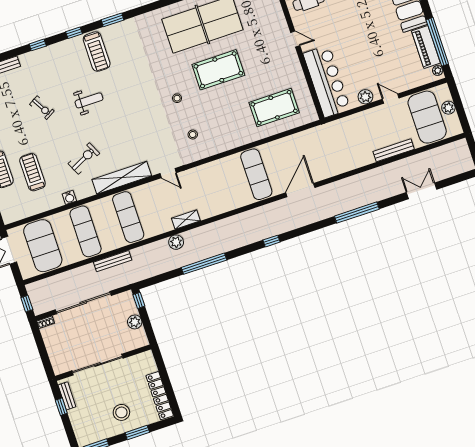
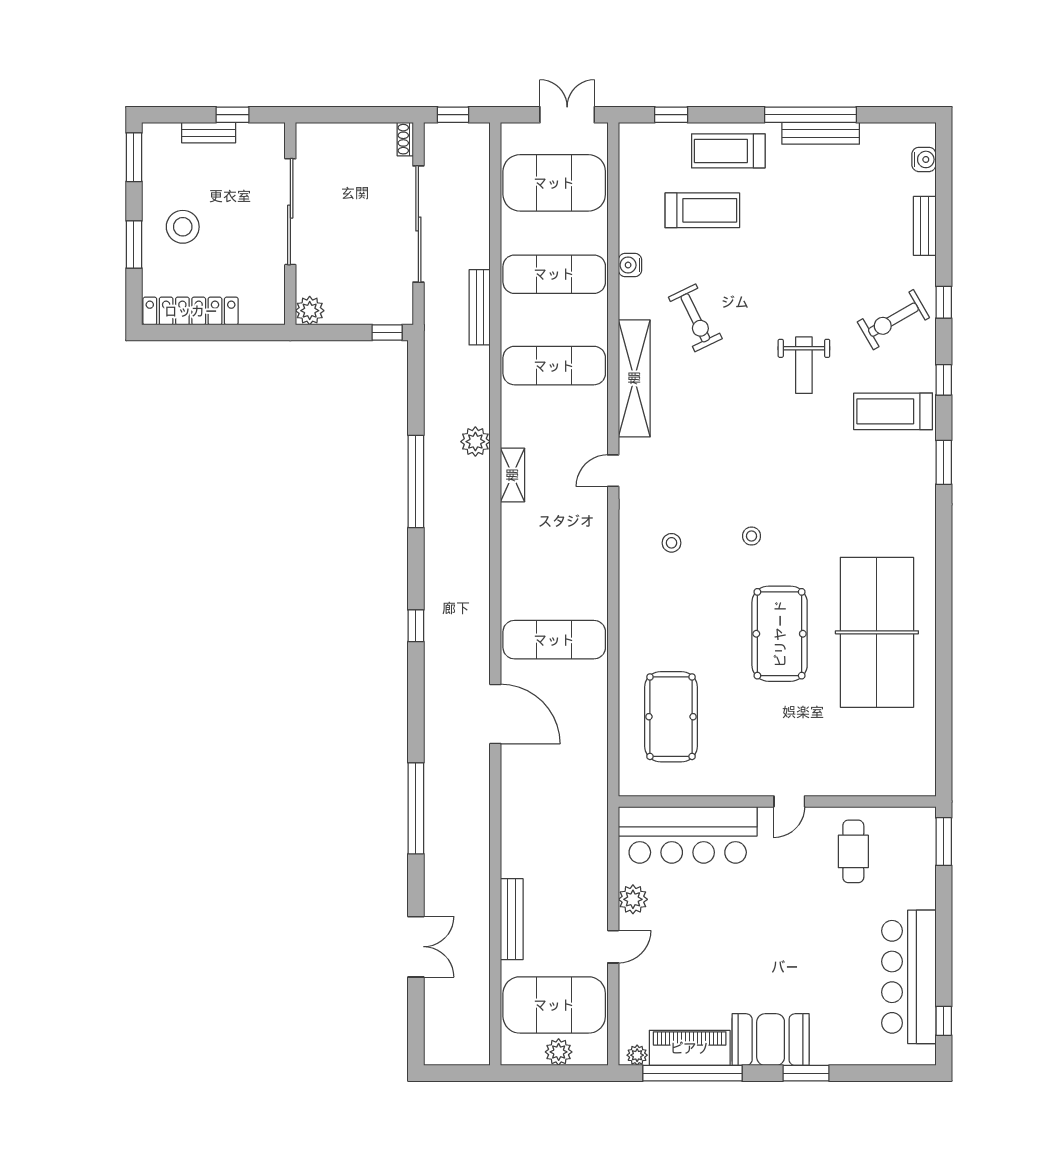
exercise bike: (42, 108) -> (893, 320), moved, width x1.38, depth x1.39
plant: (135, 322) -> (310, 311), moved
bench: (67, 396) -> (209, 133), moved

